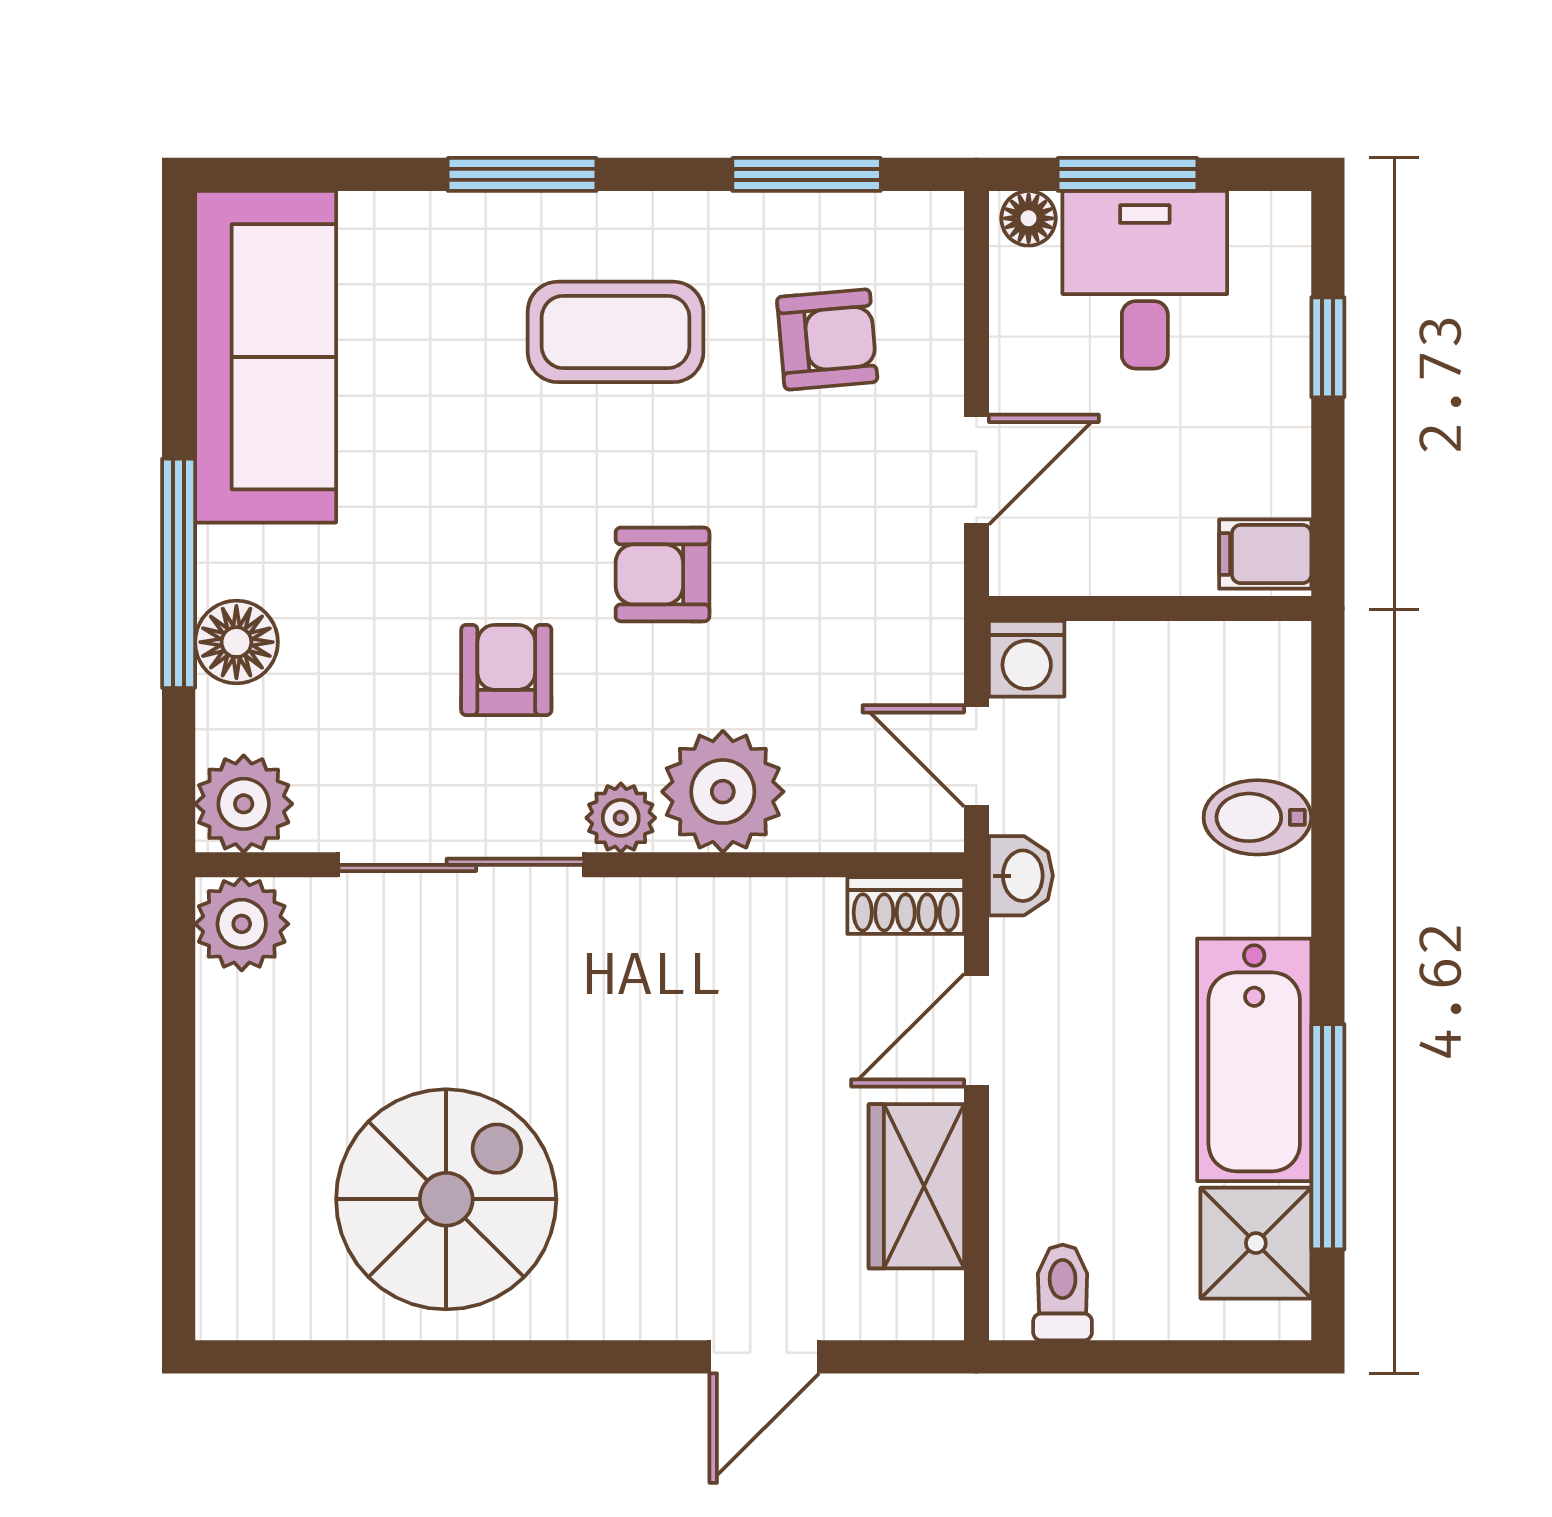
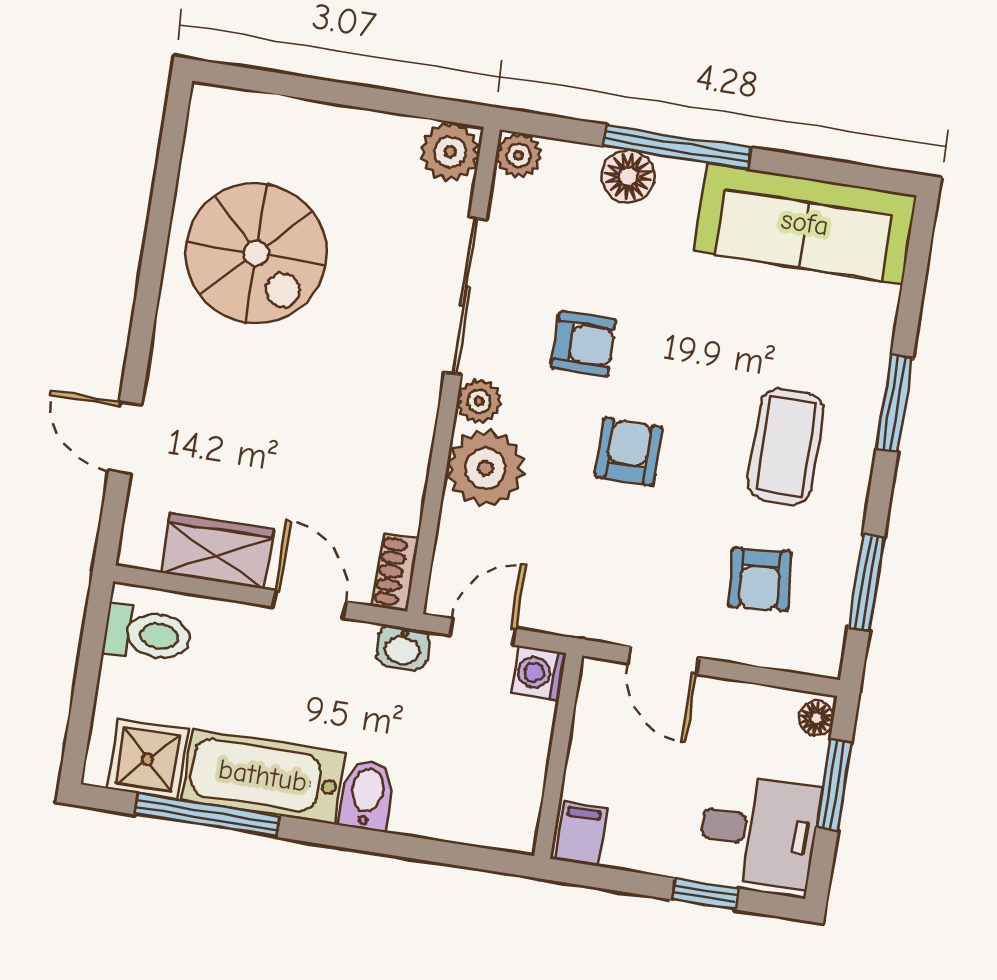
desk: (1145, 280) -> (759, 831), moved
plant: (244, 804) -> (518, 155), width x0.73, depth x0.73
bidet: (1257, 817) -> (367, 795), moved
toilet: (1063, 1292) -> (147, 634), width x1.37, depth x1.39

